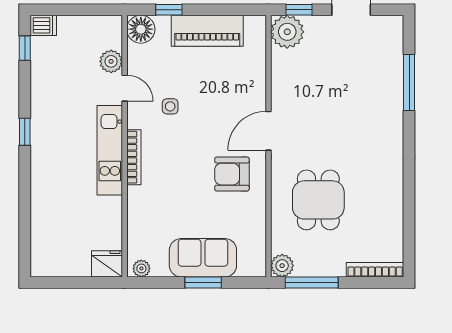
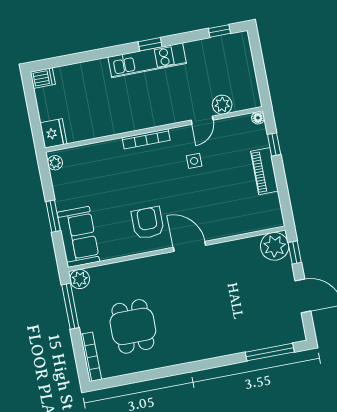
dishwasher: (43, 25) -> (43, 78), moved, turned -90
floor lamp: (141, 29) -> (258, 118), width x0.53, depth x0.53
piano: (207, 31) -> (264, 171), width x0.73, depth x0.75
window: (409, 82) -> (270, 352), moved
kitchen unit: (110, 150) -> (147, 60), moved, turned 180
dining table: (318, 200) -> (133, 326), moved, turned 90
sofa: (203, 258) -> (78, 237), moved

